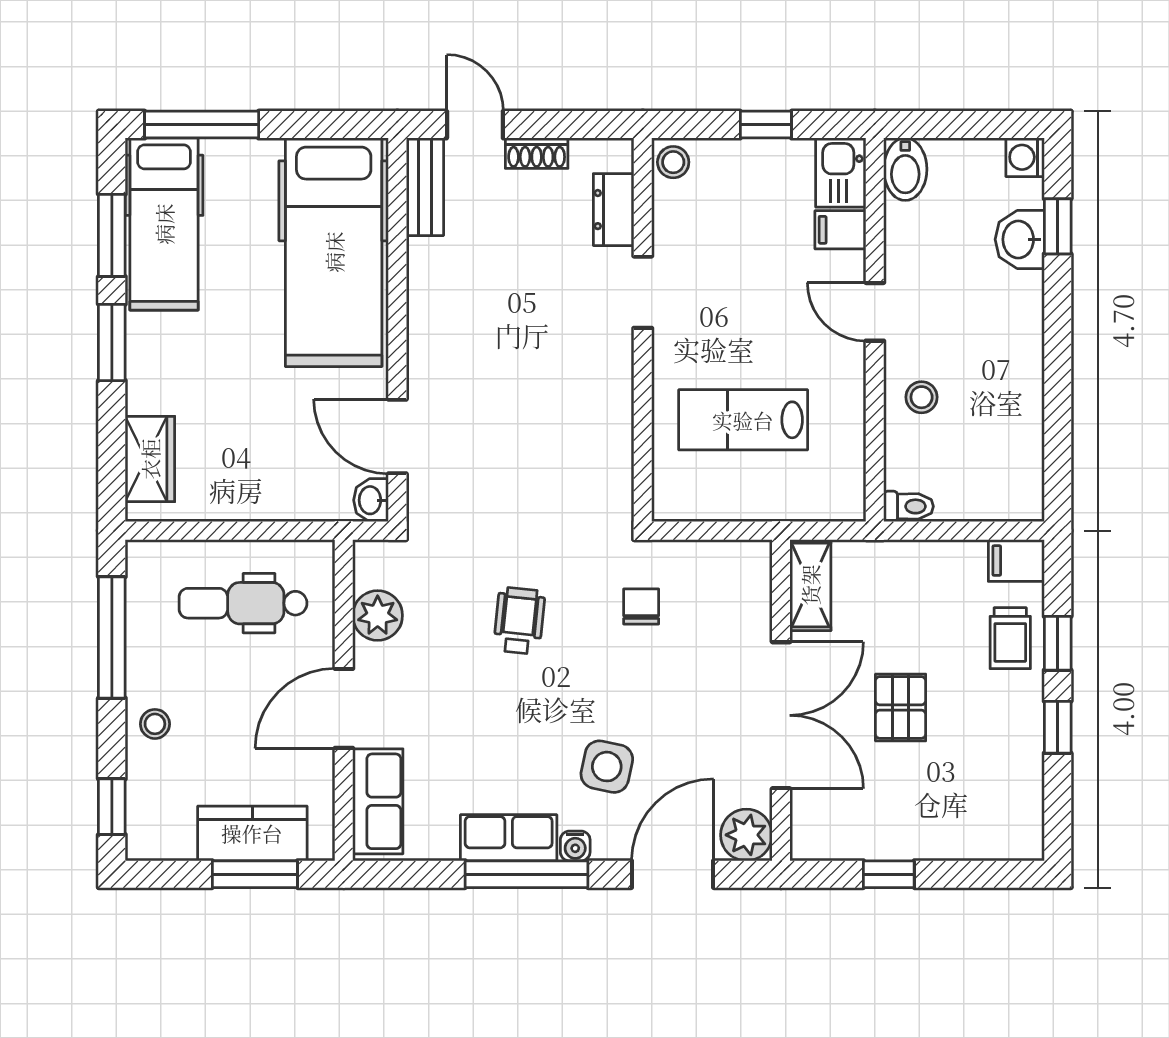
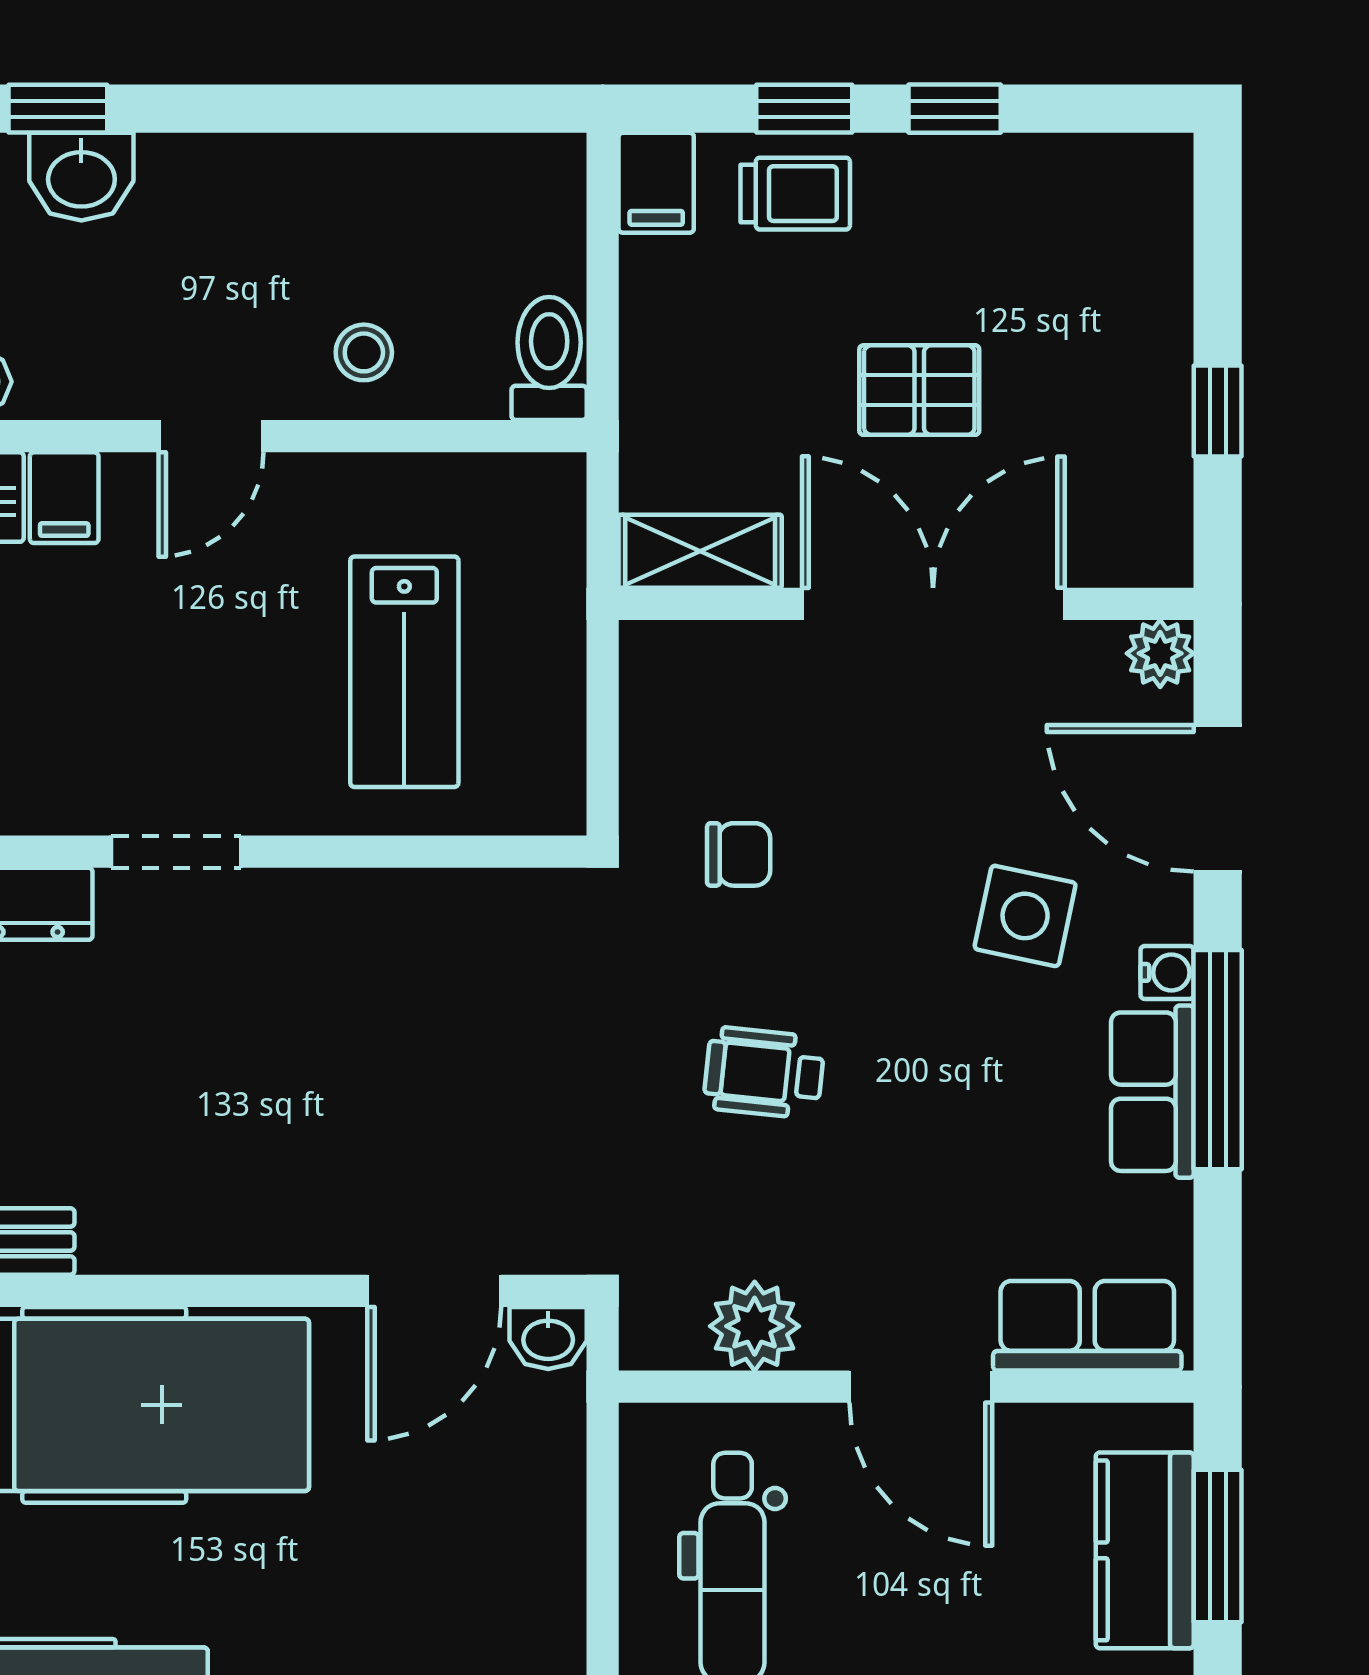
toilet: (909, 506) -> (549, 359), width x1.37, depth x1.39
chair: (641, 607) -> (739, 854), turned 180
plant: (746, 835) -> (1160, 653), width x0.73, depth x0.73

